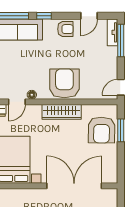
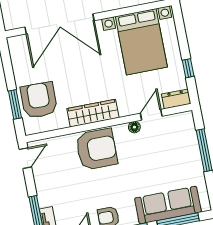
armchair: (64, 83) -> (96, 149), turned -90

